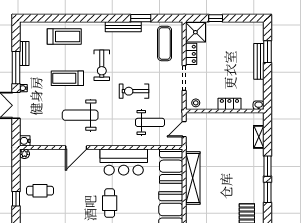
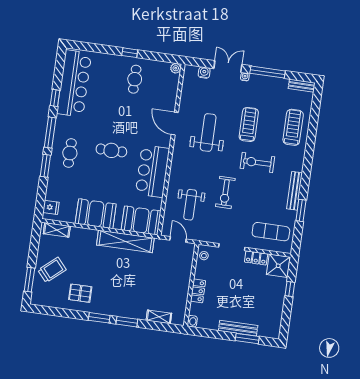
treadmill: (64, 36) -> (293, 127), turned 180
bench: (24, 54) -> (302, 86), moved
exercise bike: (134, 91) -> (225, 192), turned 180
water cooler: (25, 141) -> (204, 73), moved

